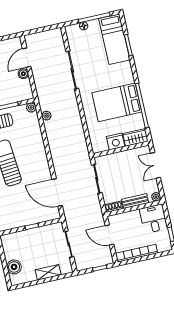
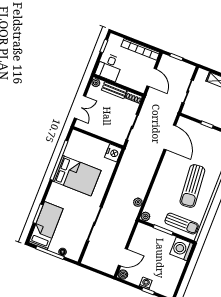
boiler: (23, 74) -> (123, 274), moved
wardrobe: (136, 137) -> (81, 139), removed
nightstand: (116, 142) -> (113, 153), moved, turned 90

